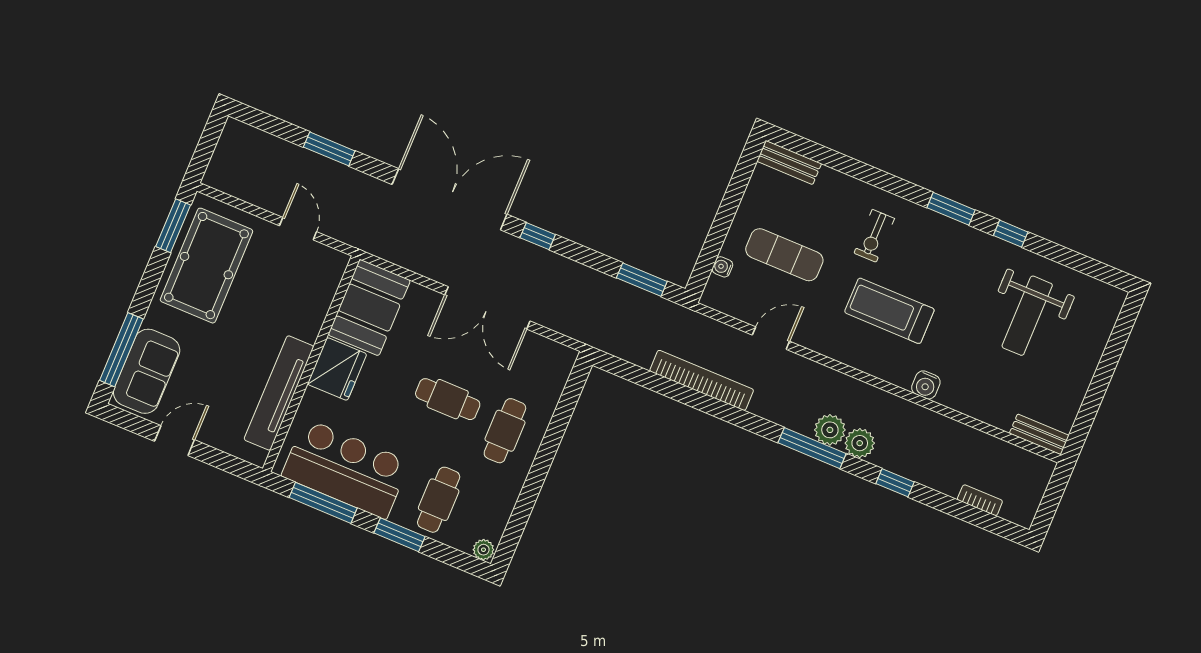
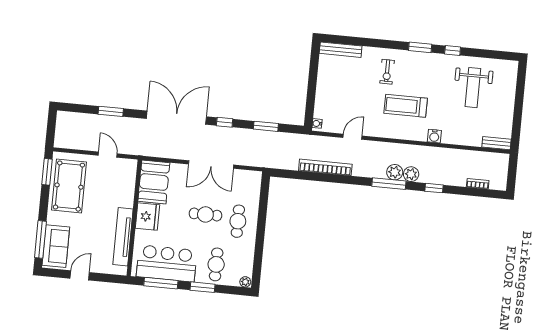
bench: (789, 162) -> (341, 50), width x1.36
exercise mat: (784, 255) -> (346, 94), removed
water cooler: (722, 267) -> (317, 123), moved
window: (642, 280) -> (266, 126), moved

